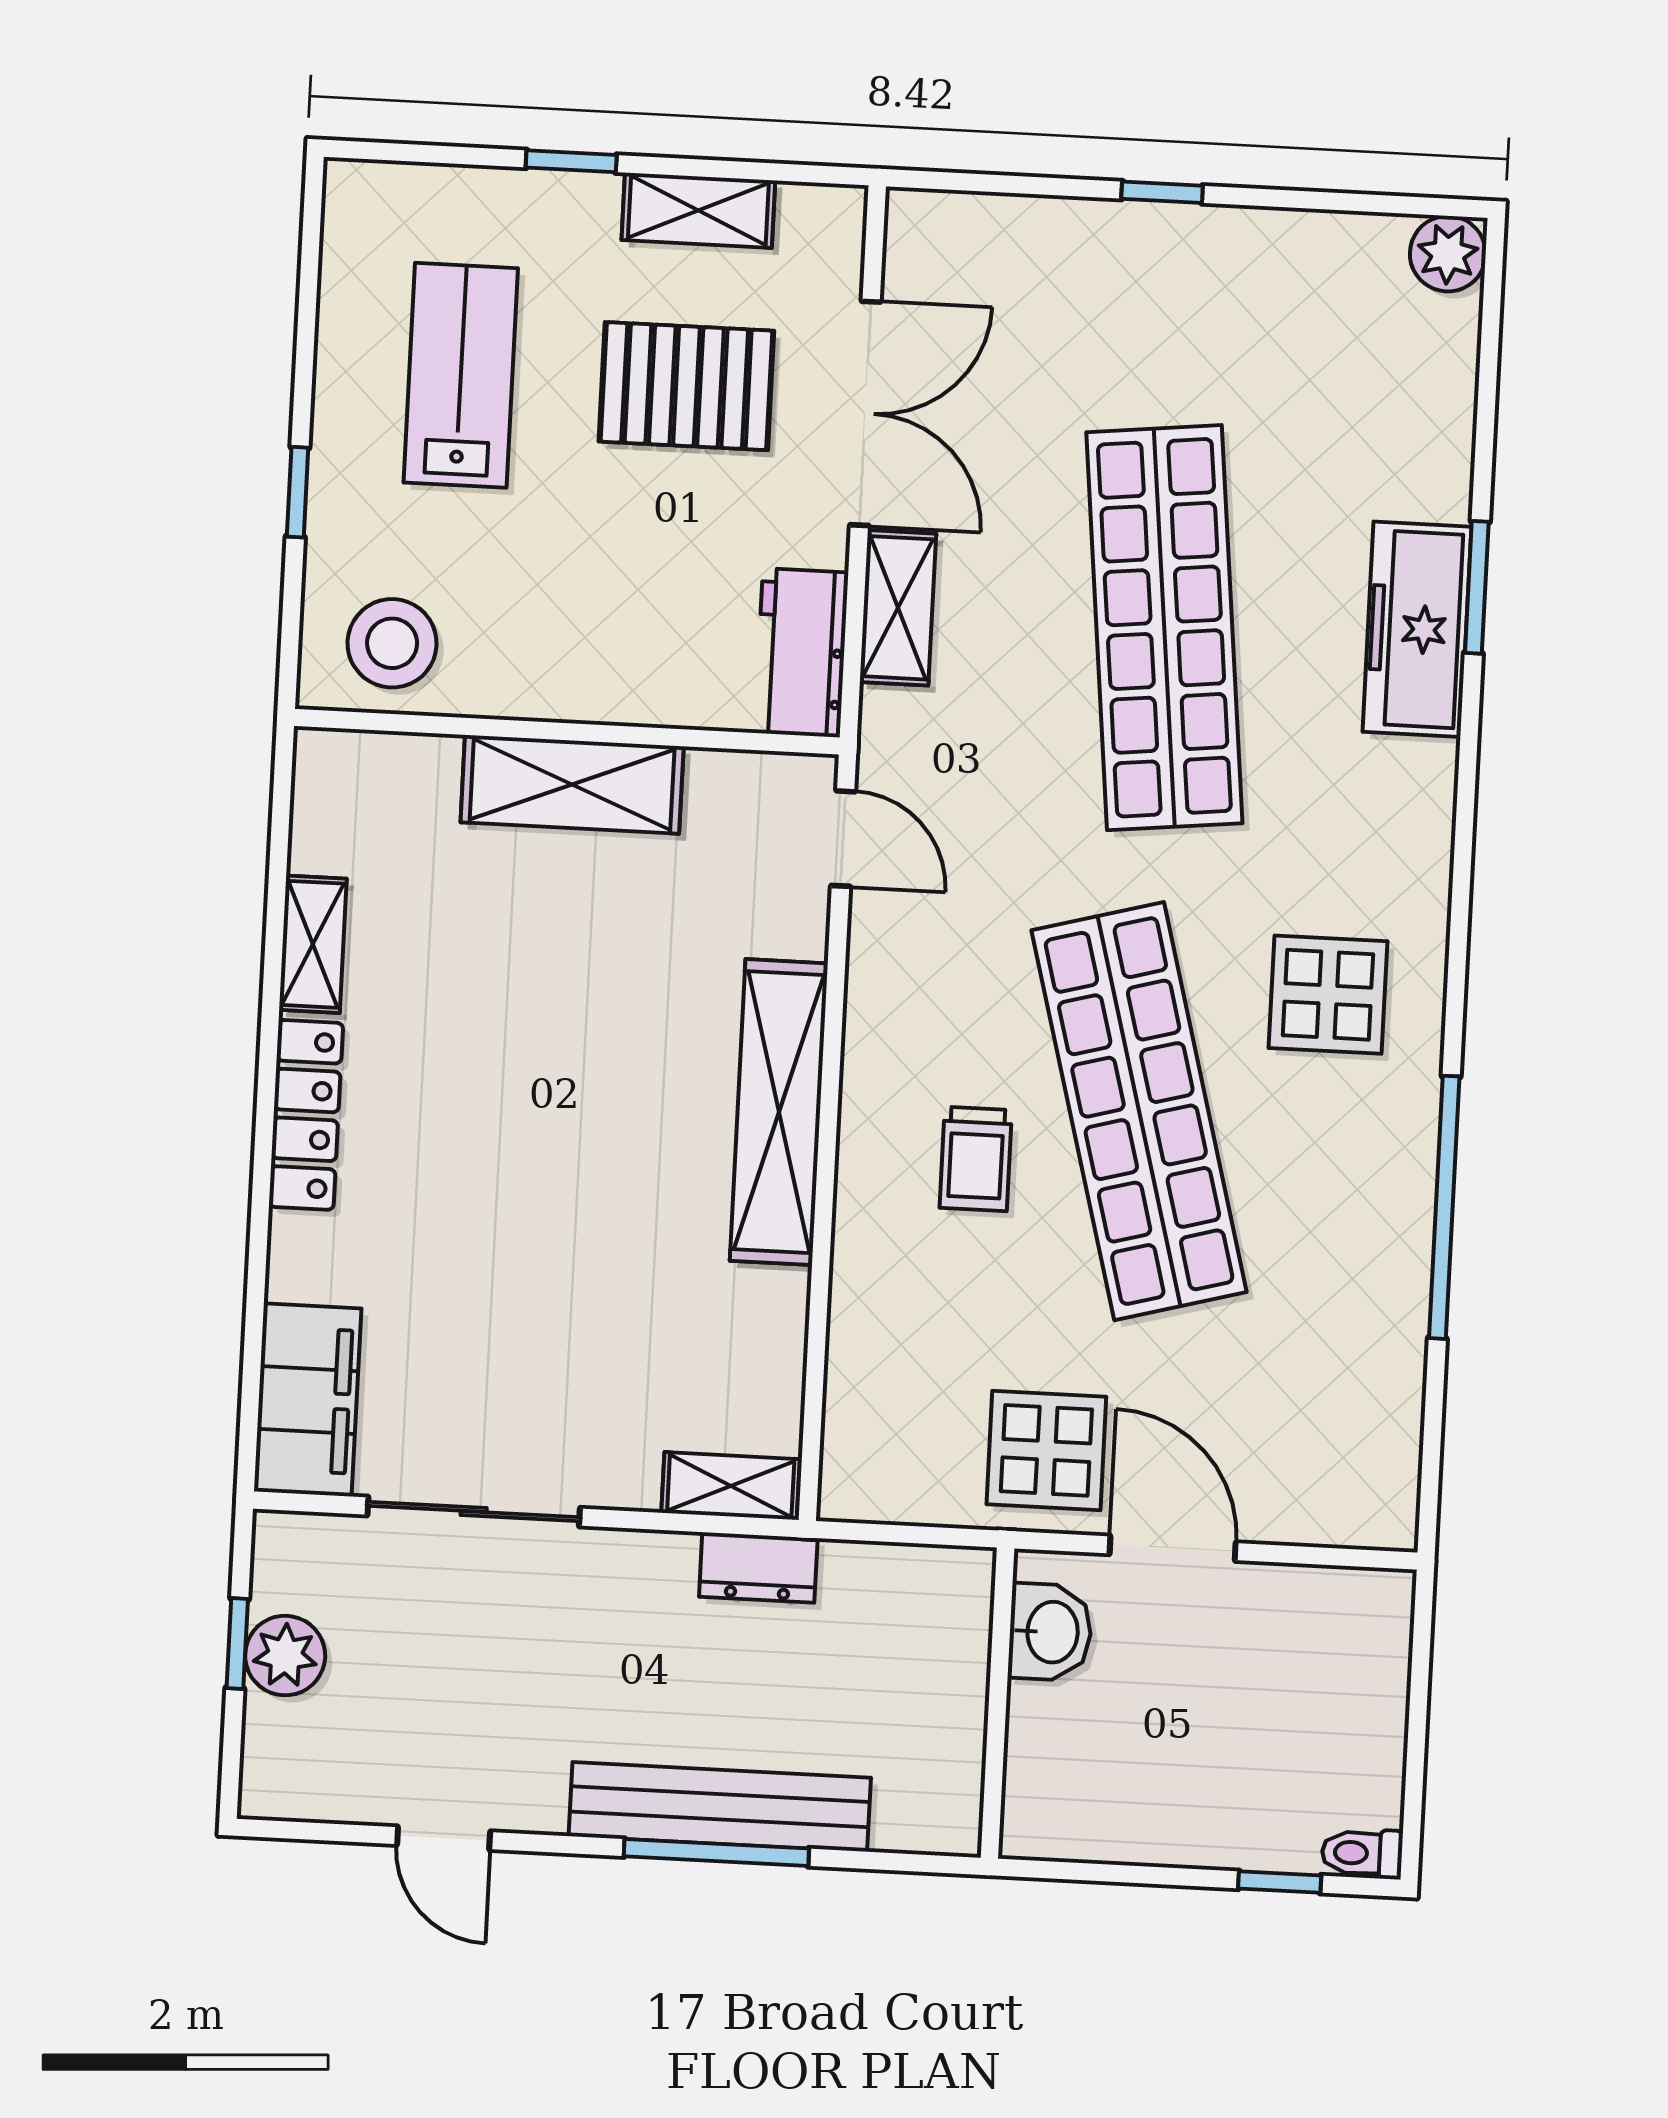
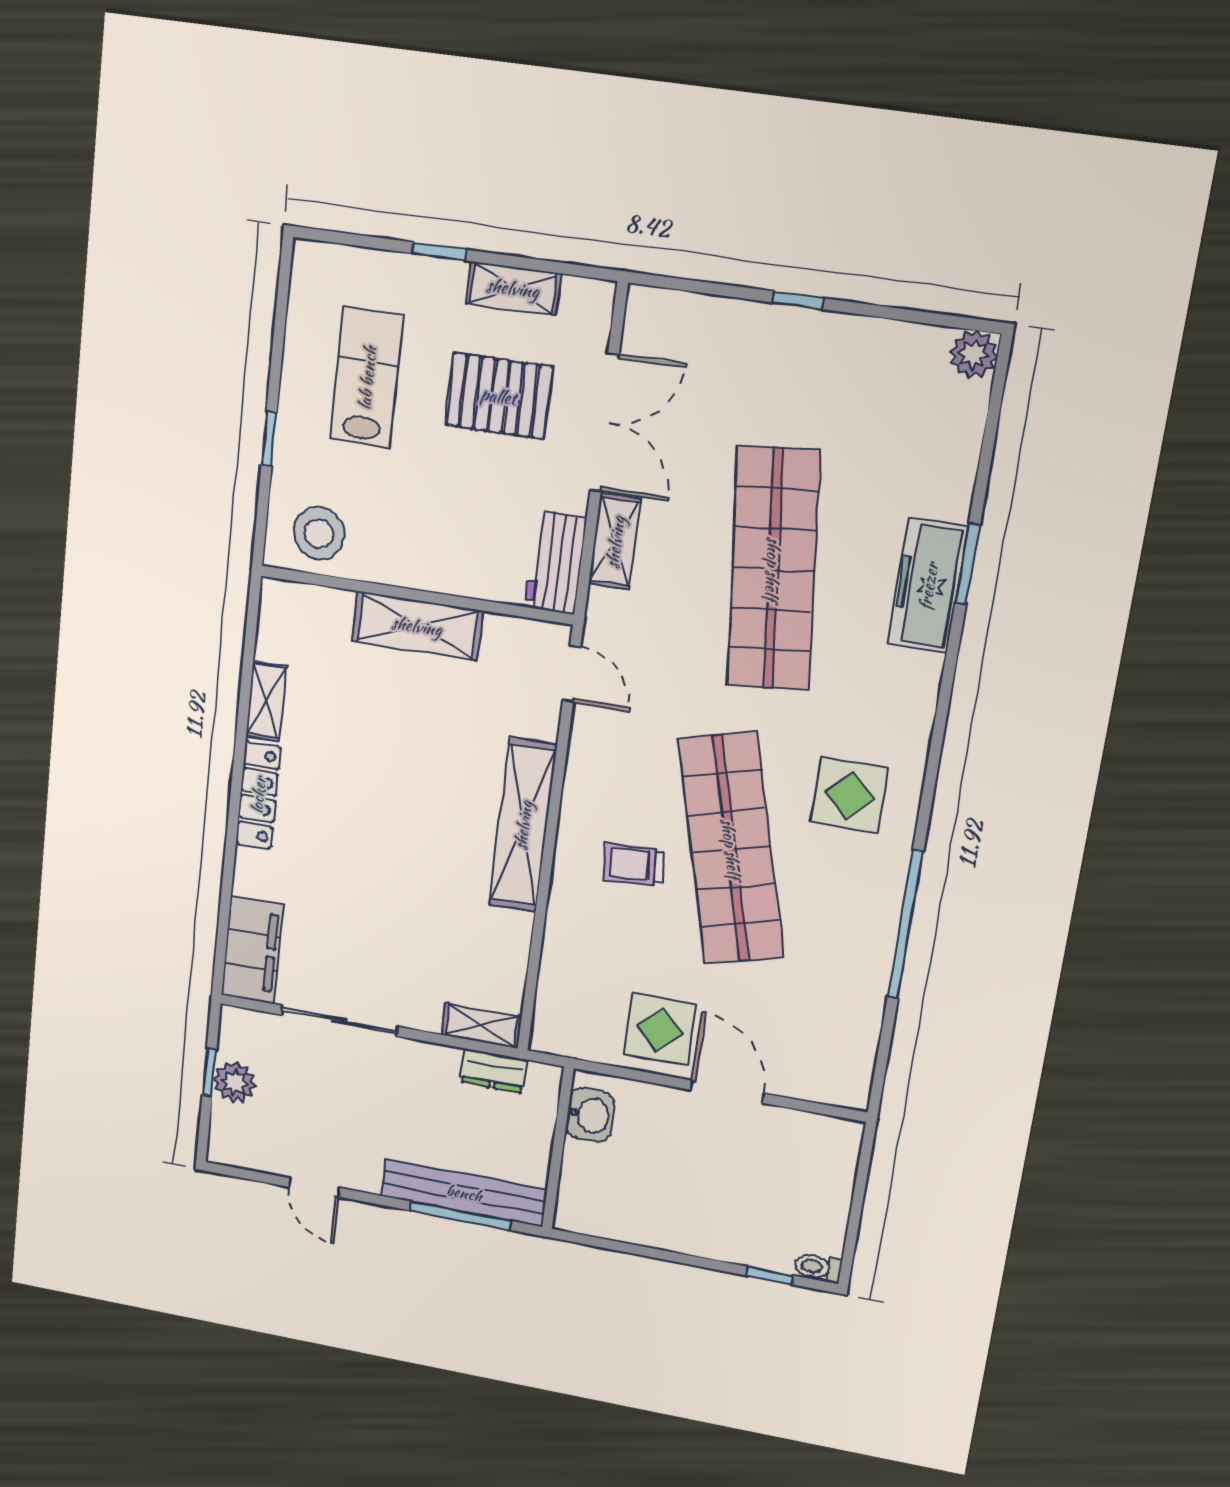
trolley: (976, 1159) -> (634, 865), turned 86
washbasin: (1050, 1632) -> (590, 1115), moved
wall: (997, 1703) -> (558, 1148), moved

